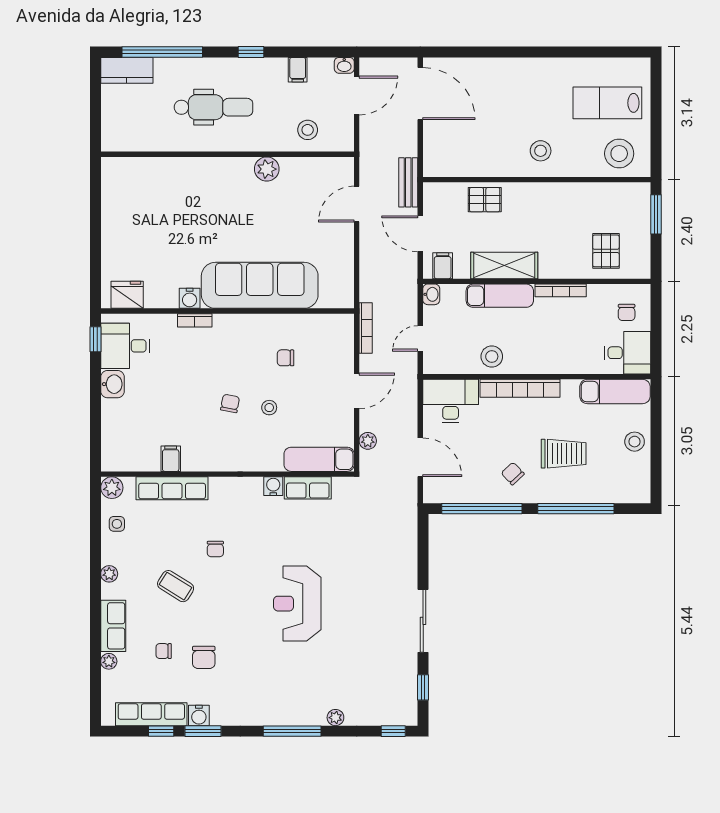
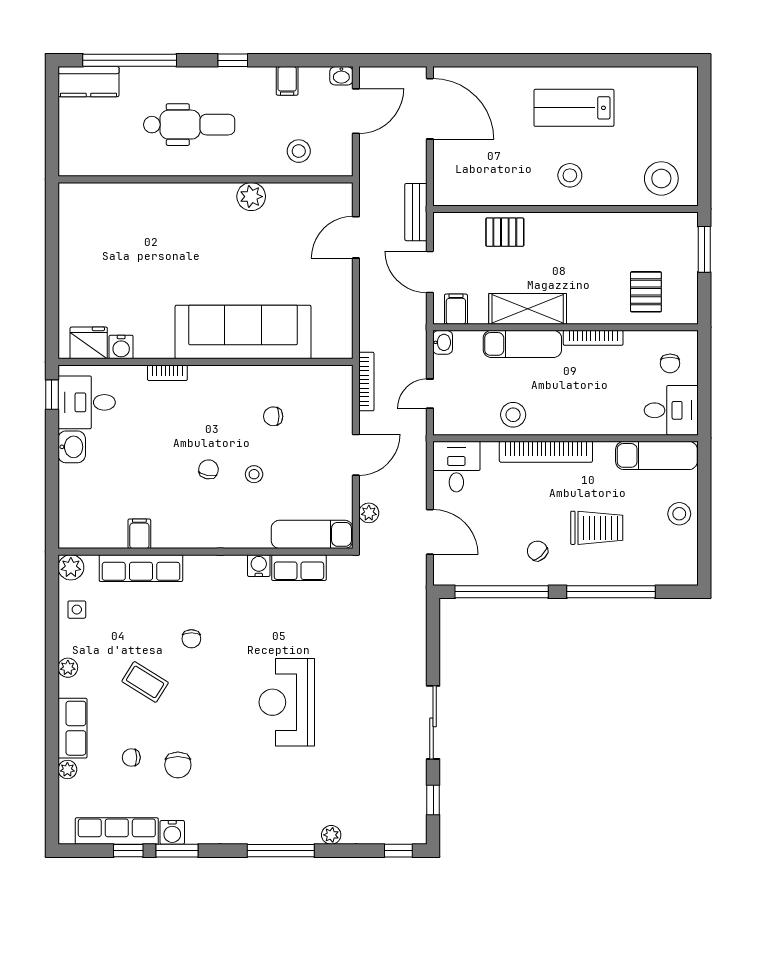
lab bench: (607, 103) -> (574, 108), moved
water cooler: (190, 298) -> (121, 347), moved
desk: (451, 401) -> (456, 467), width x0.73

